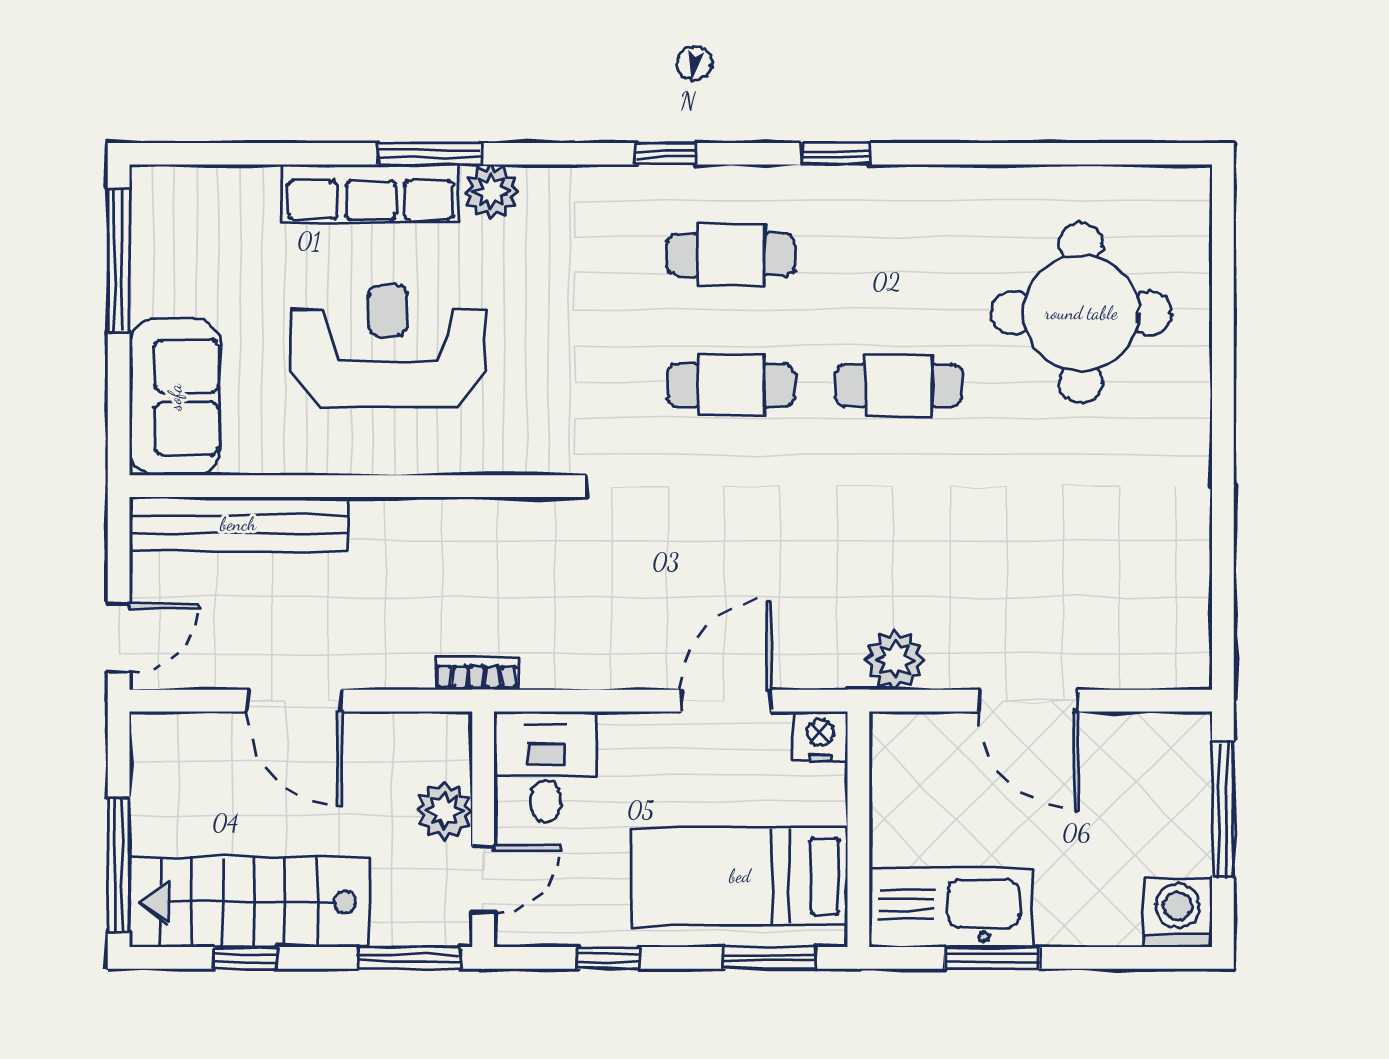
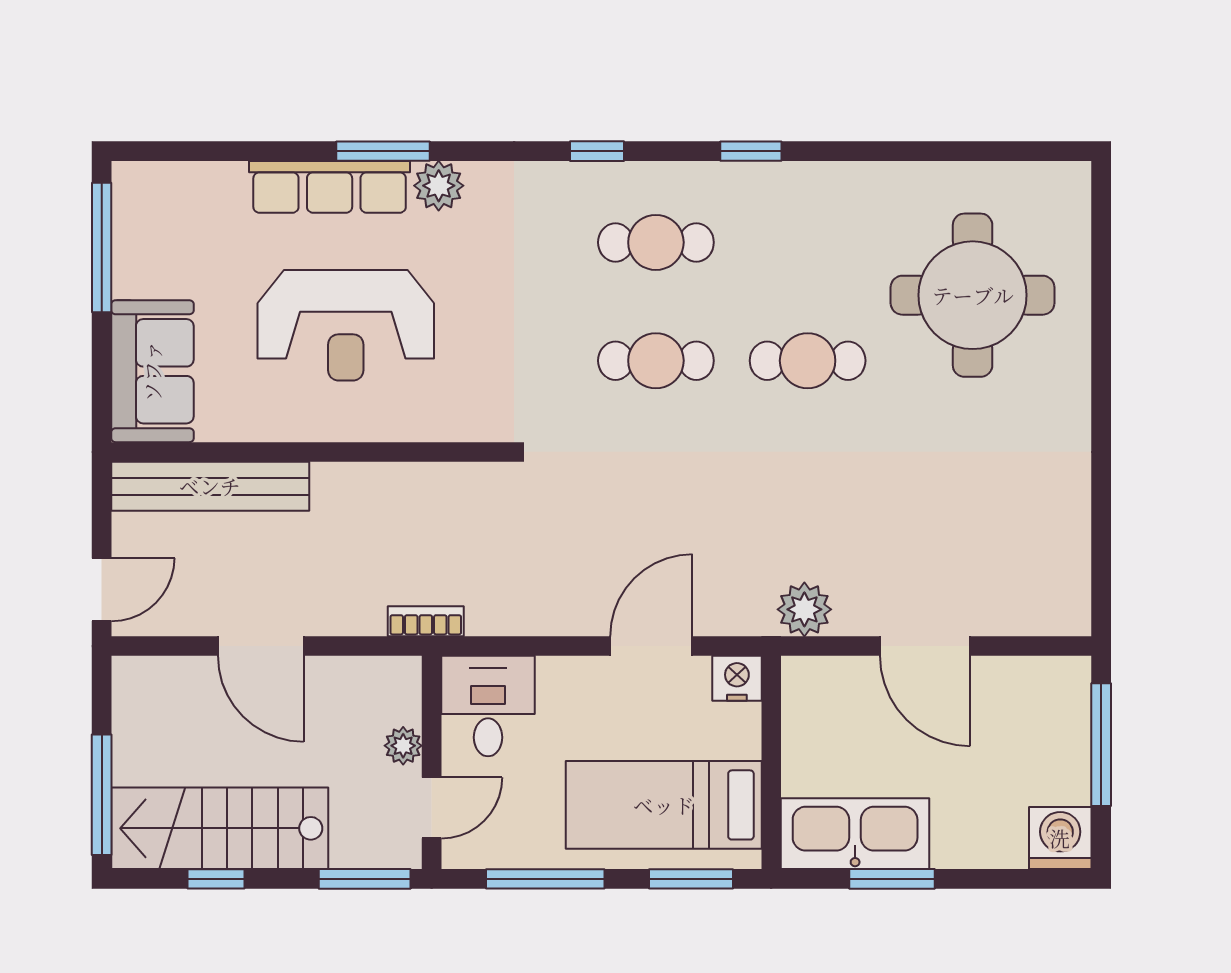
reception desk: (388, 346) -> (346, 325), turned 180
plant: (444, 811) -> (403, 746), width x0.73, depth x0.73
window: (609, 958) -> (545, 879), width x2.17

